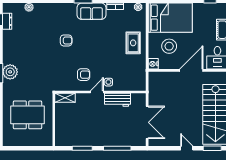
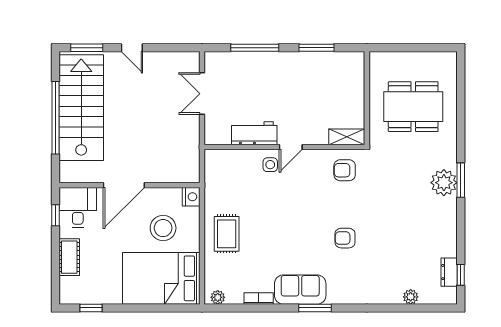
armchair: (84, 75) -> (345, 170), moved
double door: (147, 122) -> (202, 94), width x0.73

